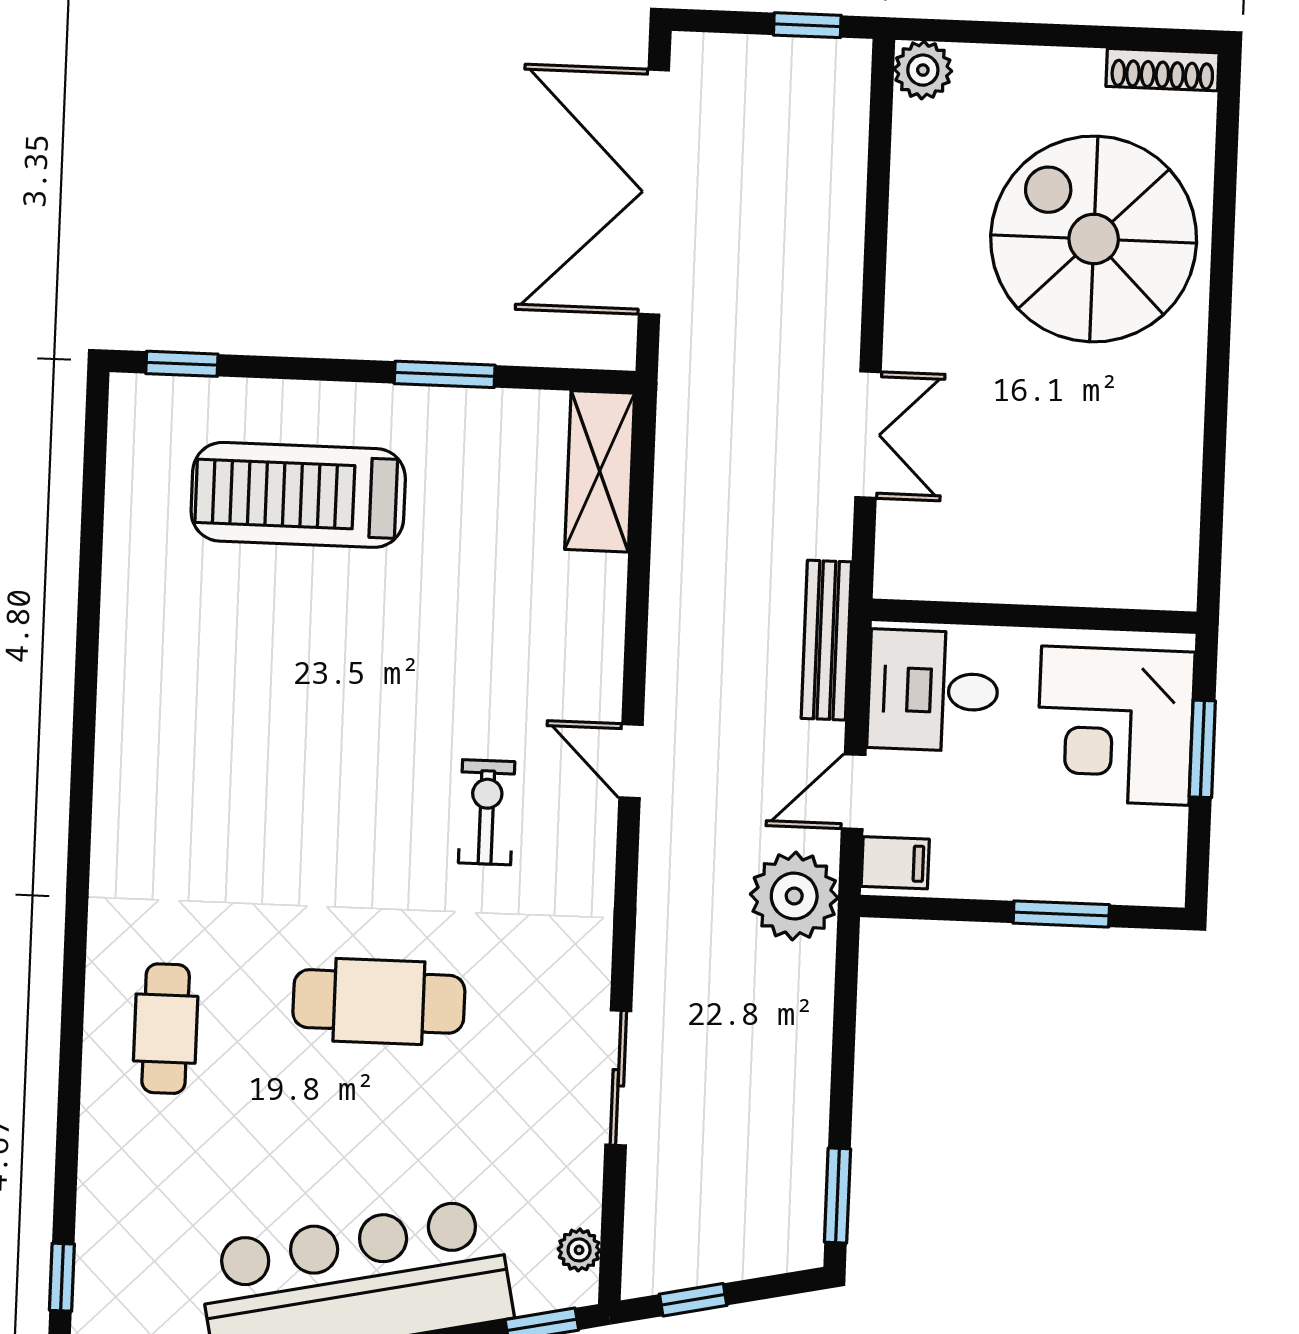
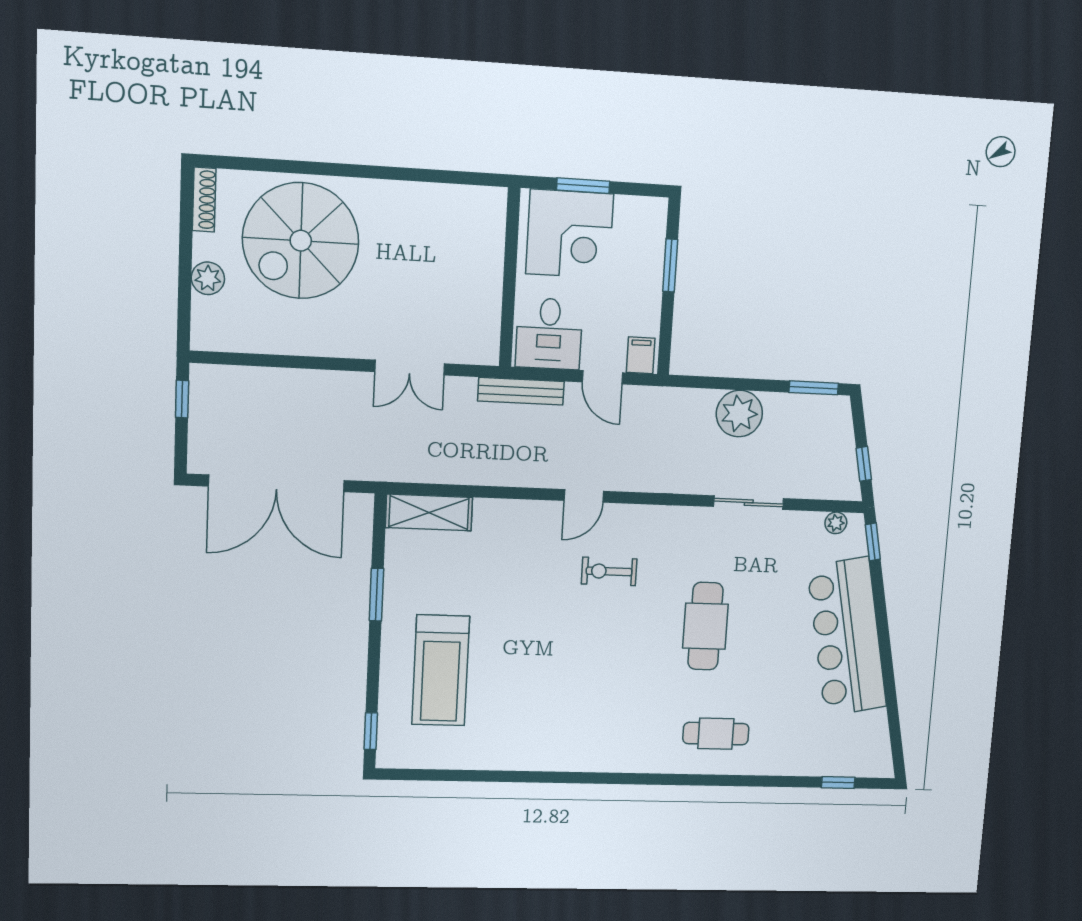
plant: (923, 70) -> (208, 278), moved
double door: (868, 435) -> (410, 368), swing flipped
plant: (794, 896) -> (739, 414), moved

